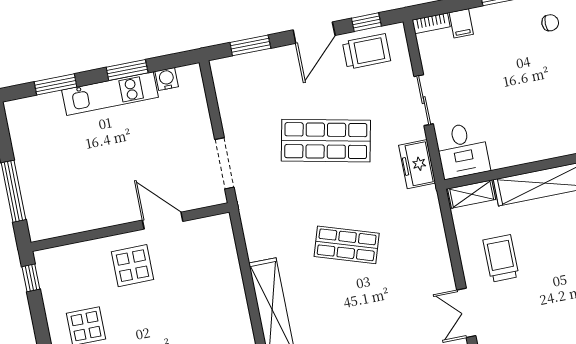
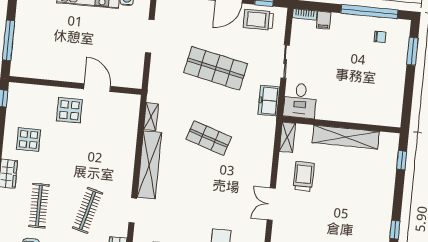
trolley: (366, 51) -> (258, 20), turned 180
doorway: (224, 163) -> (150, 36), moved
shelving: (472, 194) -> (287, 137), moved, turned 90
shelving: (254, 239) -> (151, 117), added

